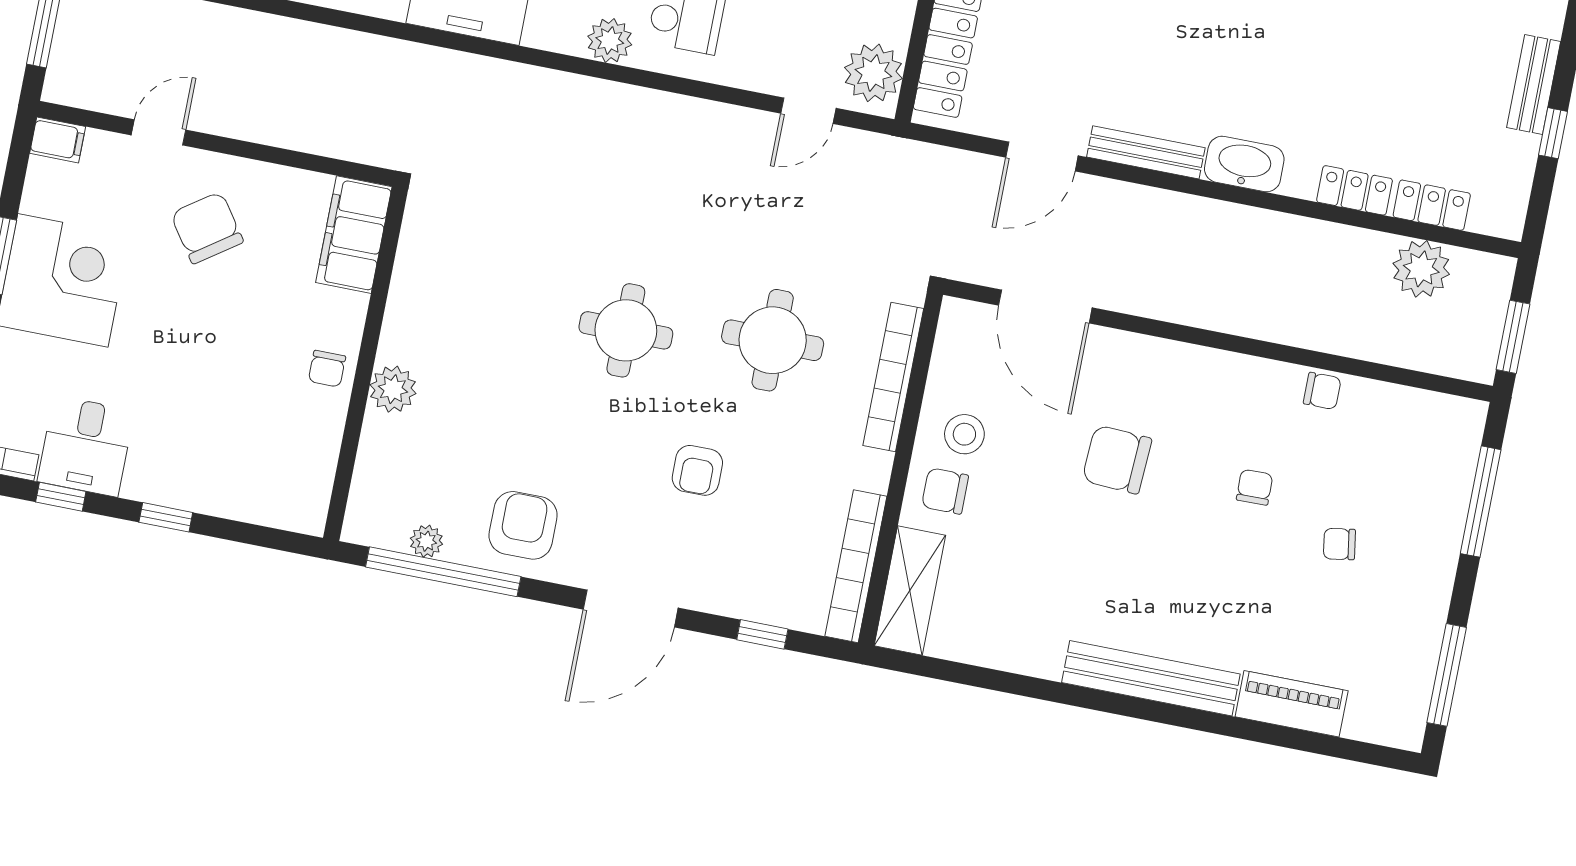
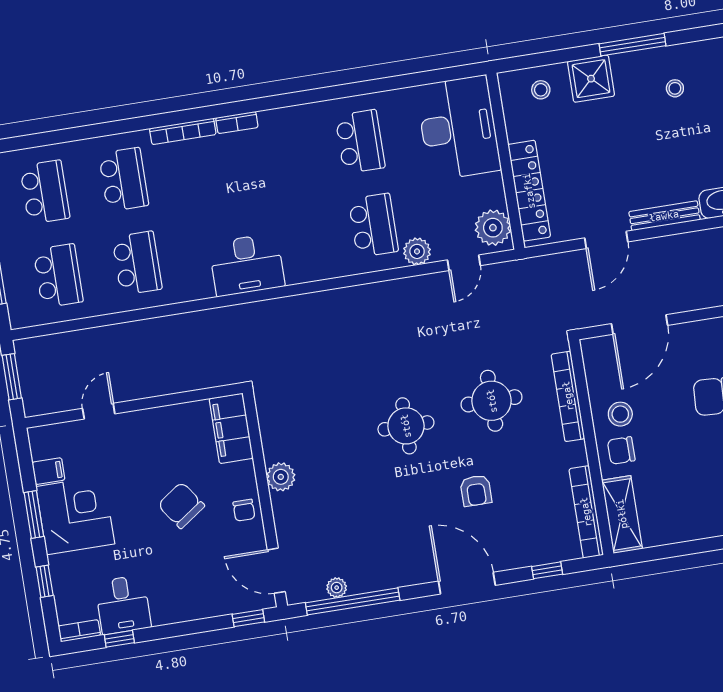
plant: (610, 41) -> (417, 251), moved
filing cabinet: (58, 140) -> (48, 471), moved
chair: (207, 228) -> (181, 505), moved
door: (1045, 306) -> (640, 324), hinge flipped
plant: (393, 389) -> (281, 477), moved
door: (343, 481) -> (276, 571), added
window: (166, 517) -> (248, 618), moved
armchair: (523, 525) -> (388, 558), removed
door: (631, 609) -> (467, 583), swing flipped

